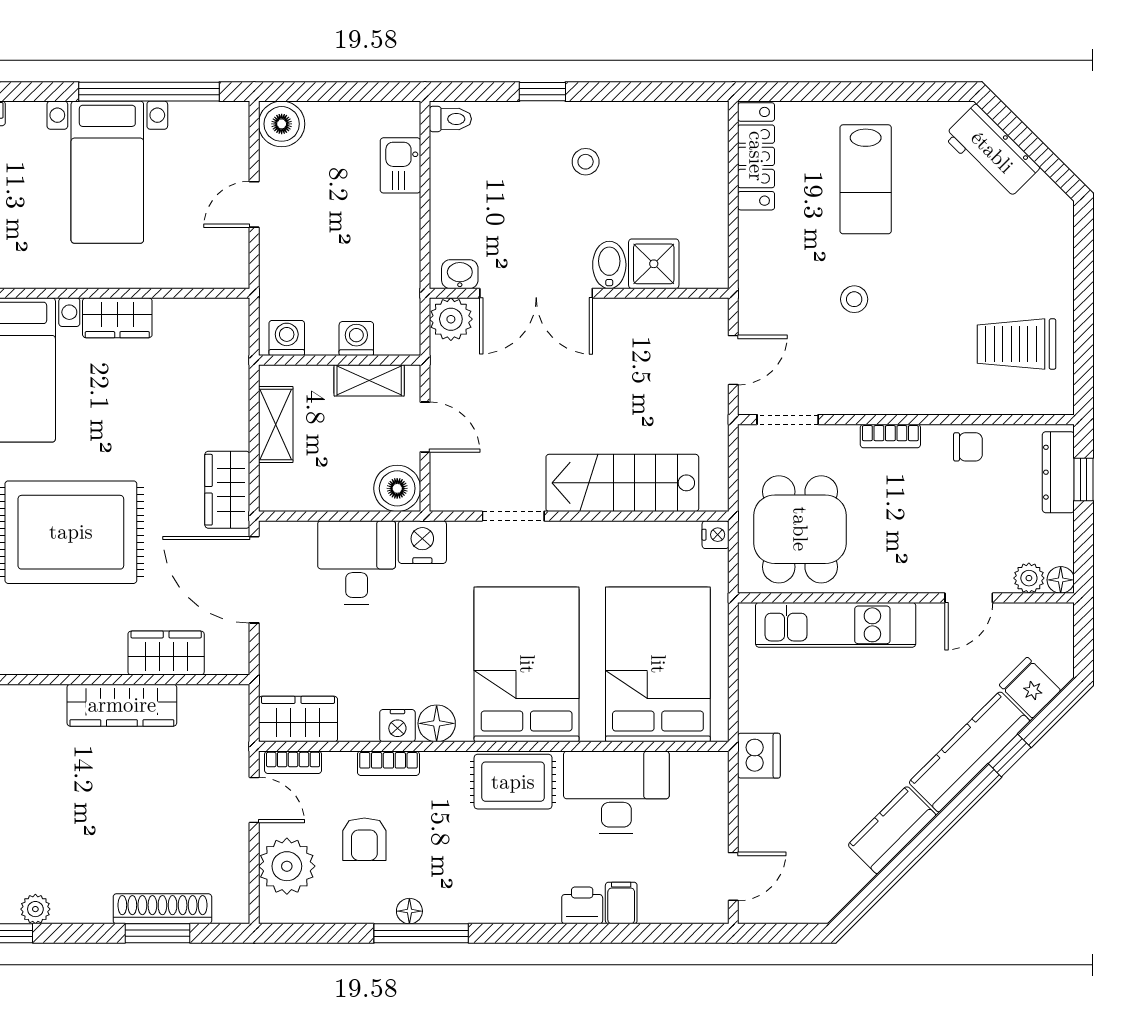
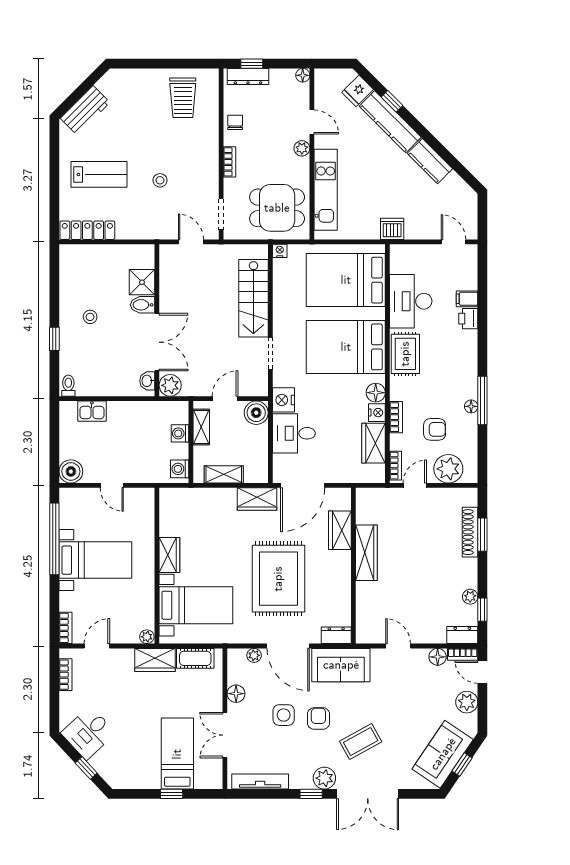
plant: (1029, 578) -> (302, 148), moved
wardrobe: (298, 719) -> (374, 443), moved

